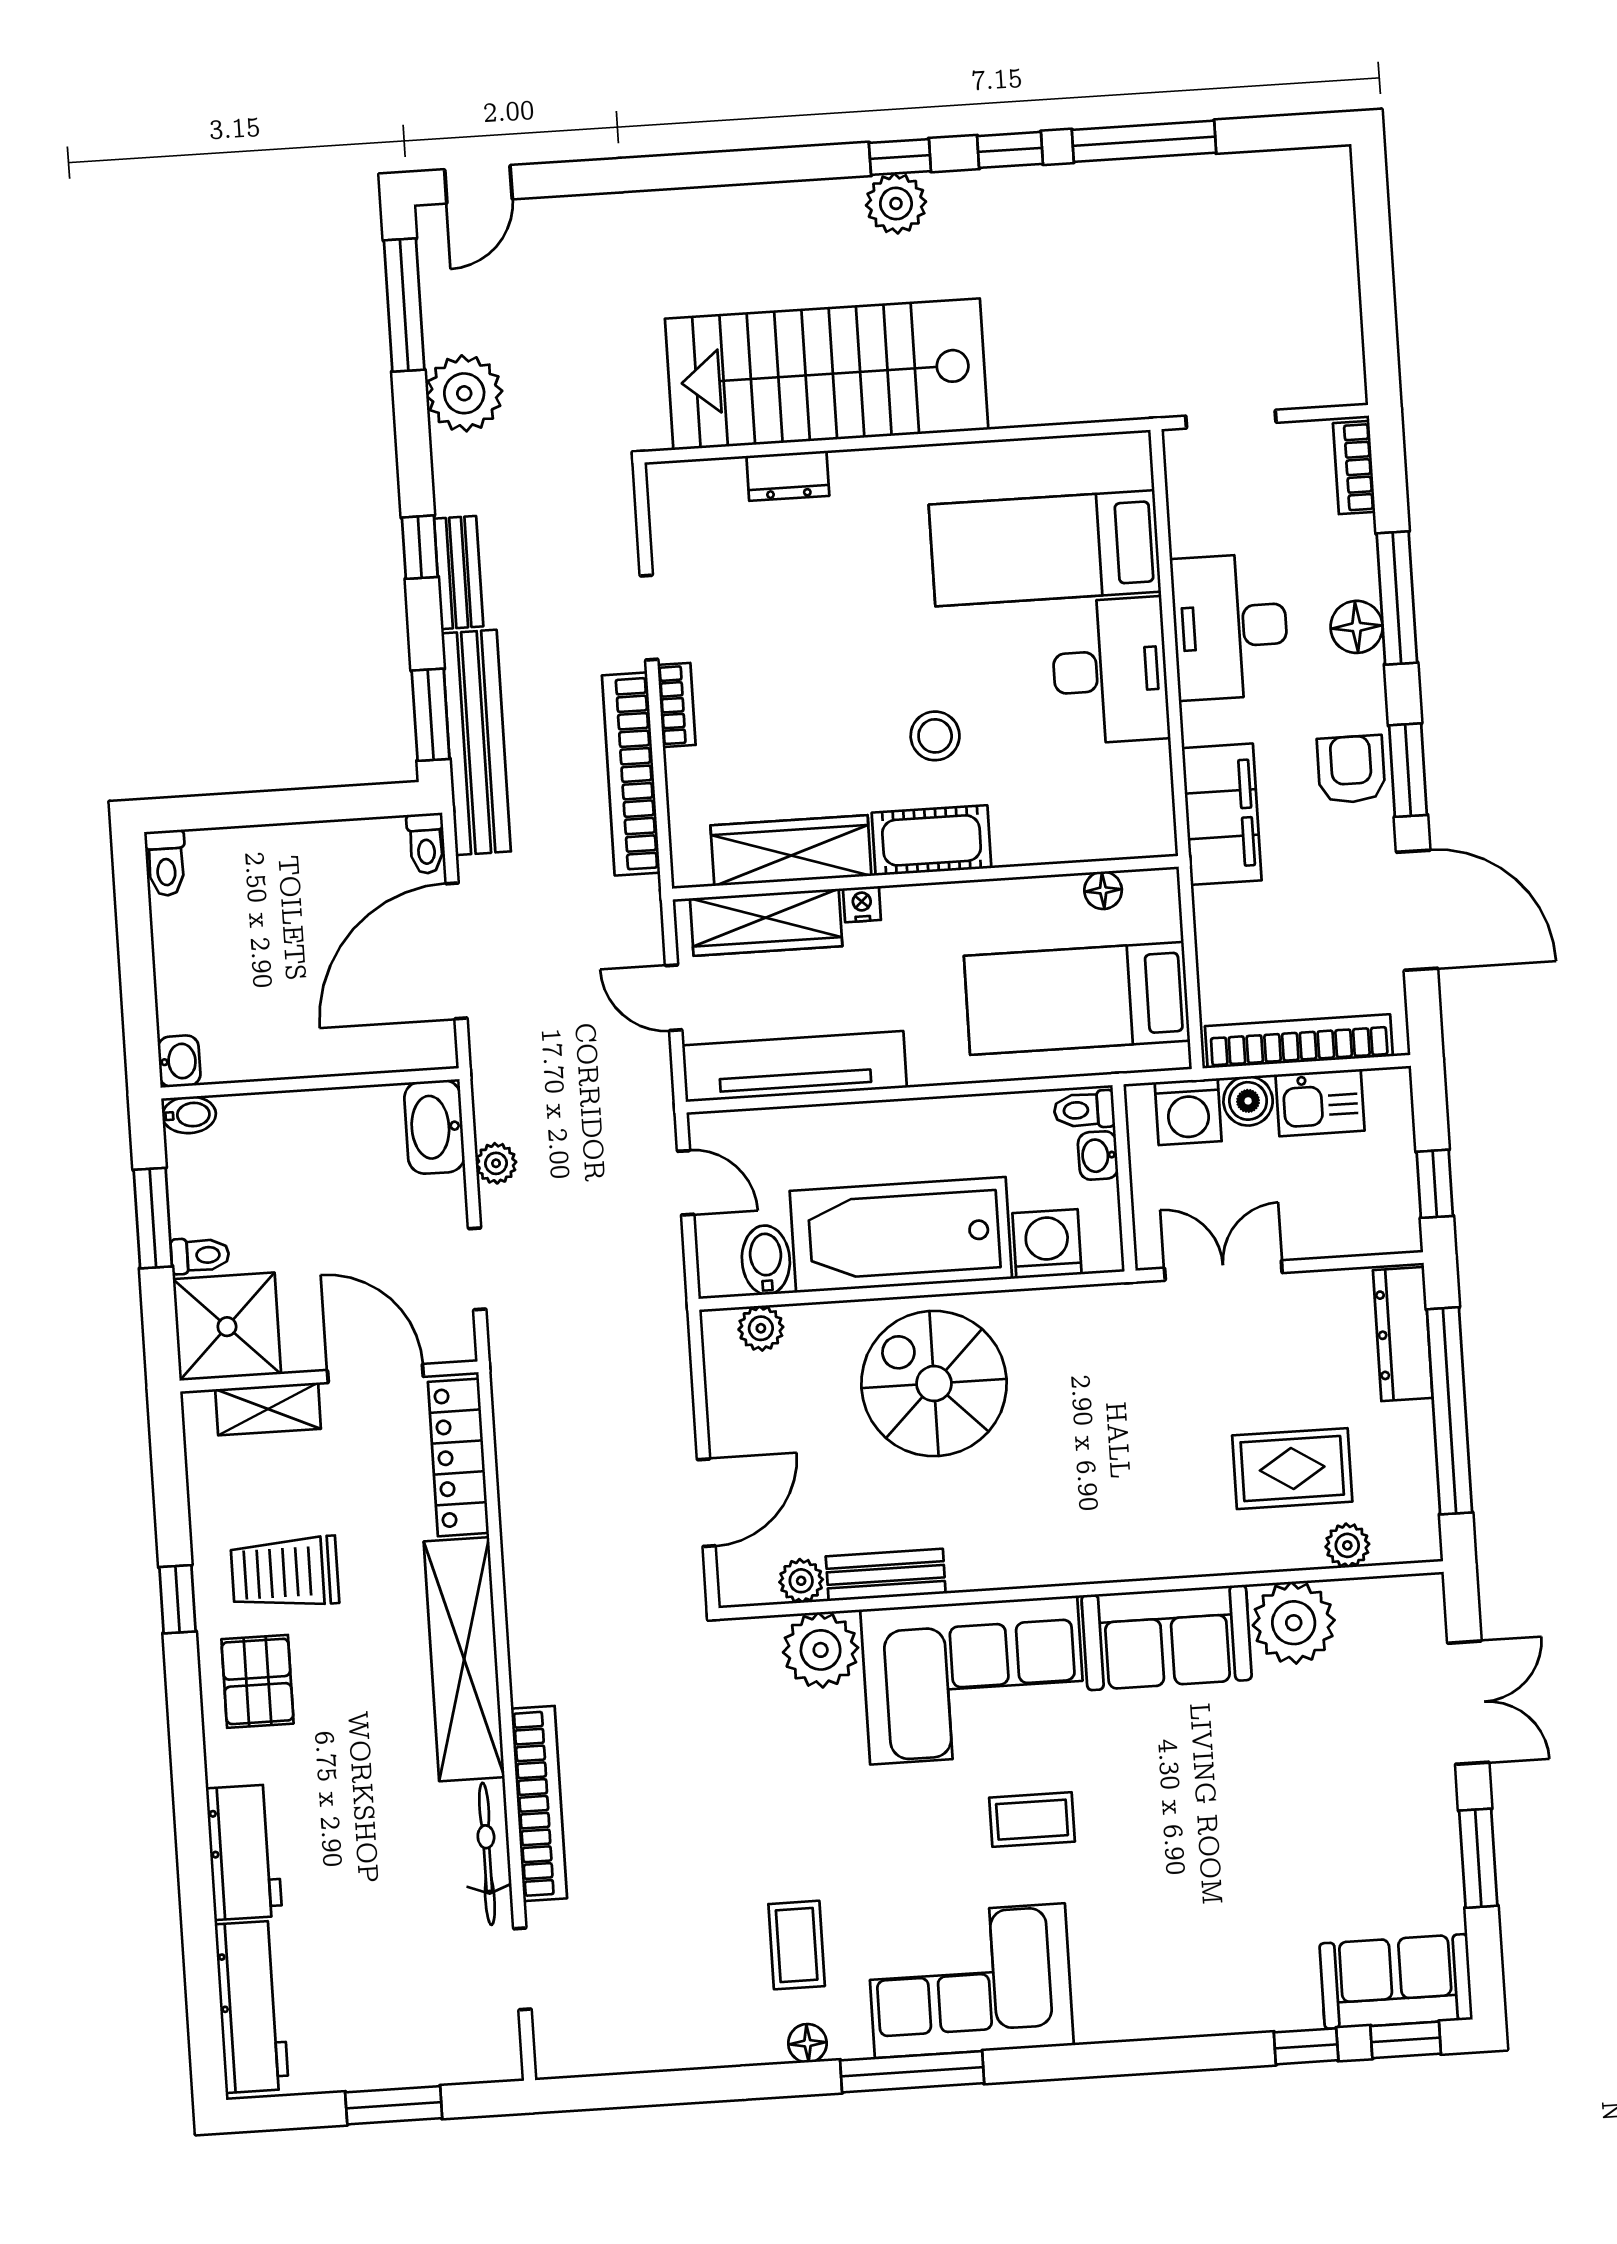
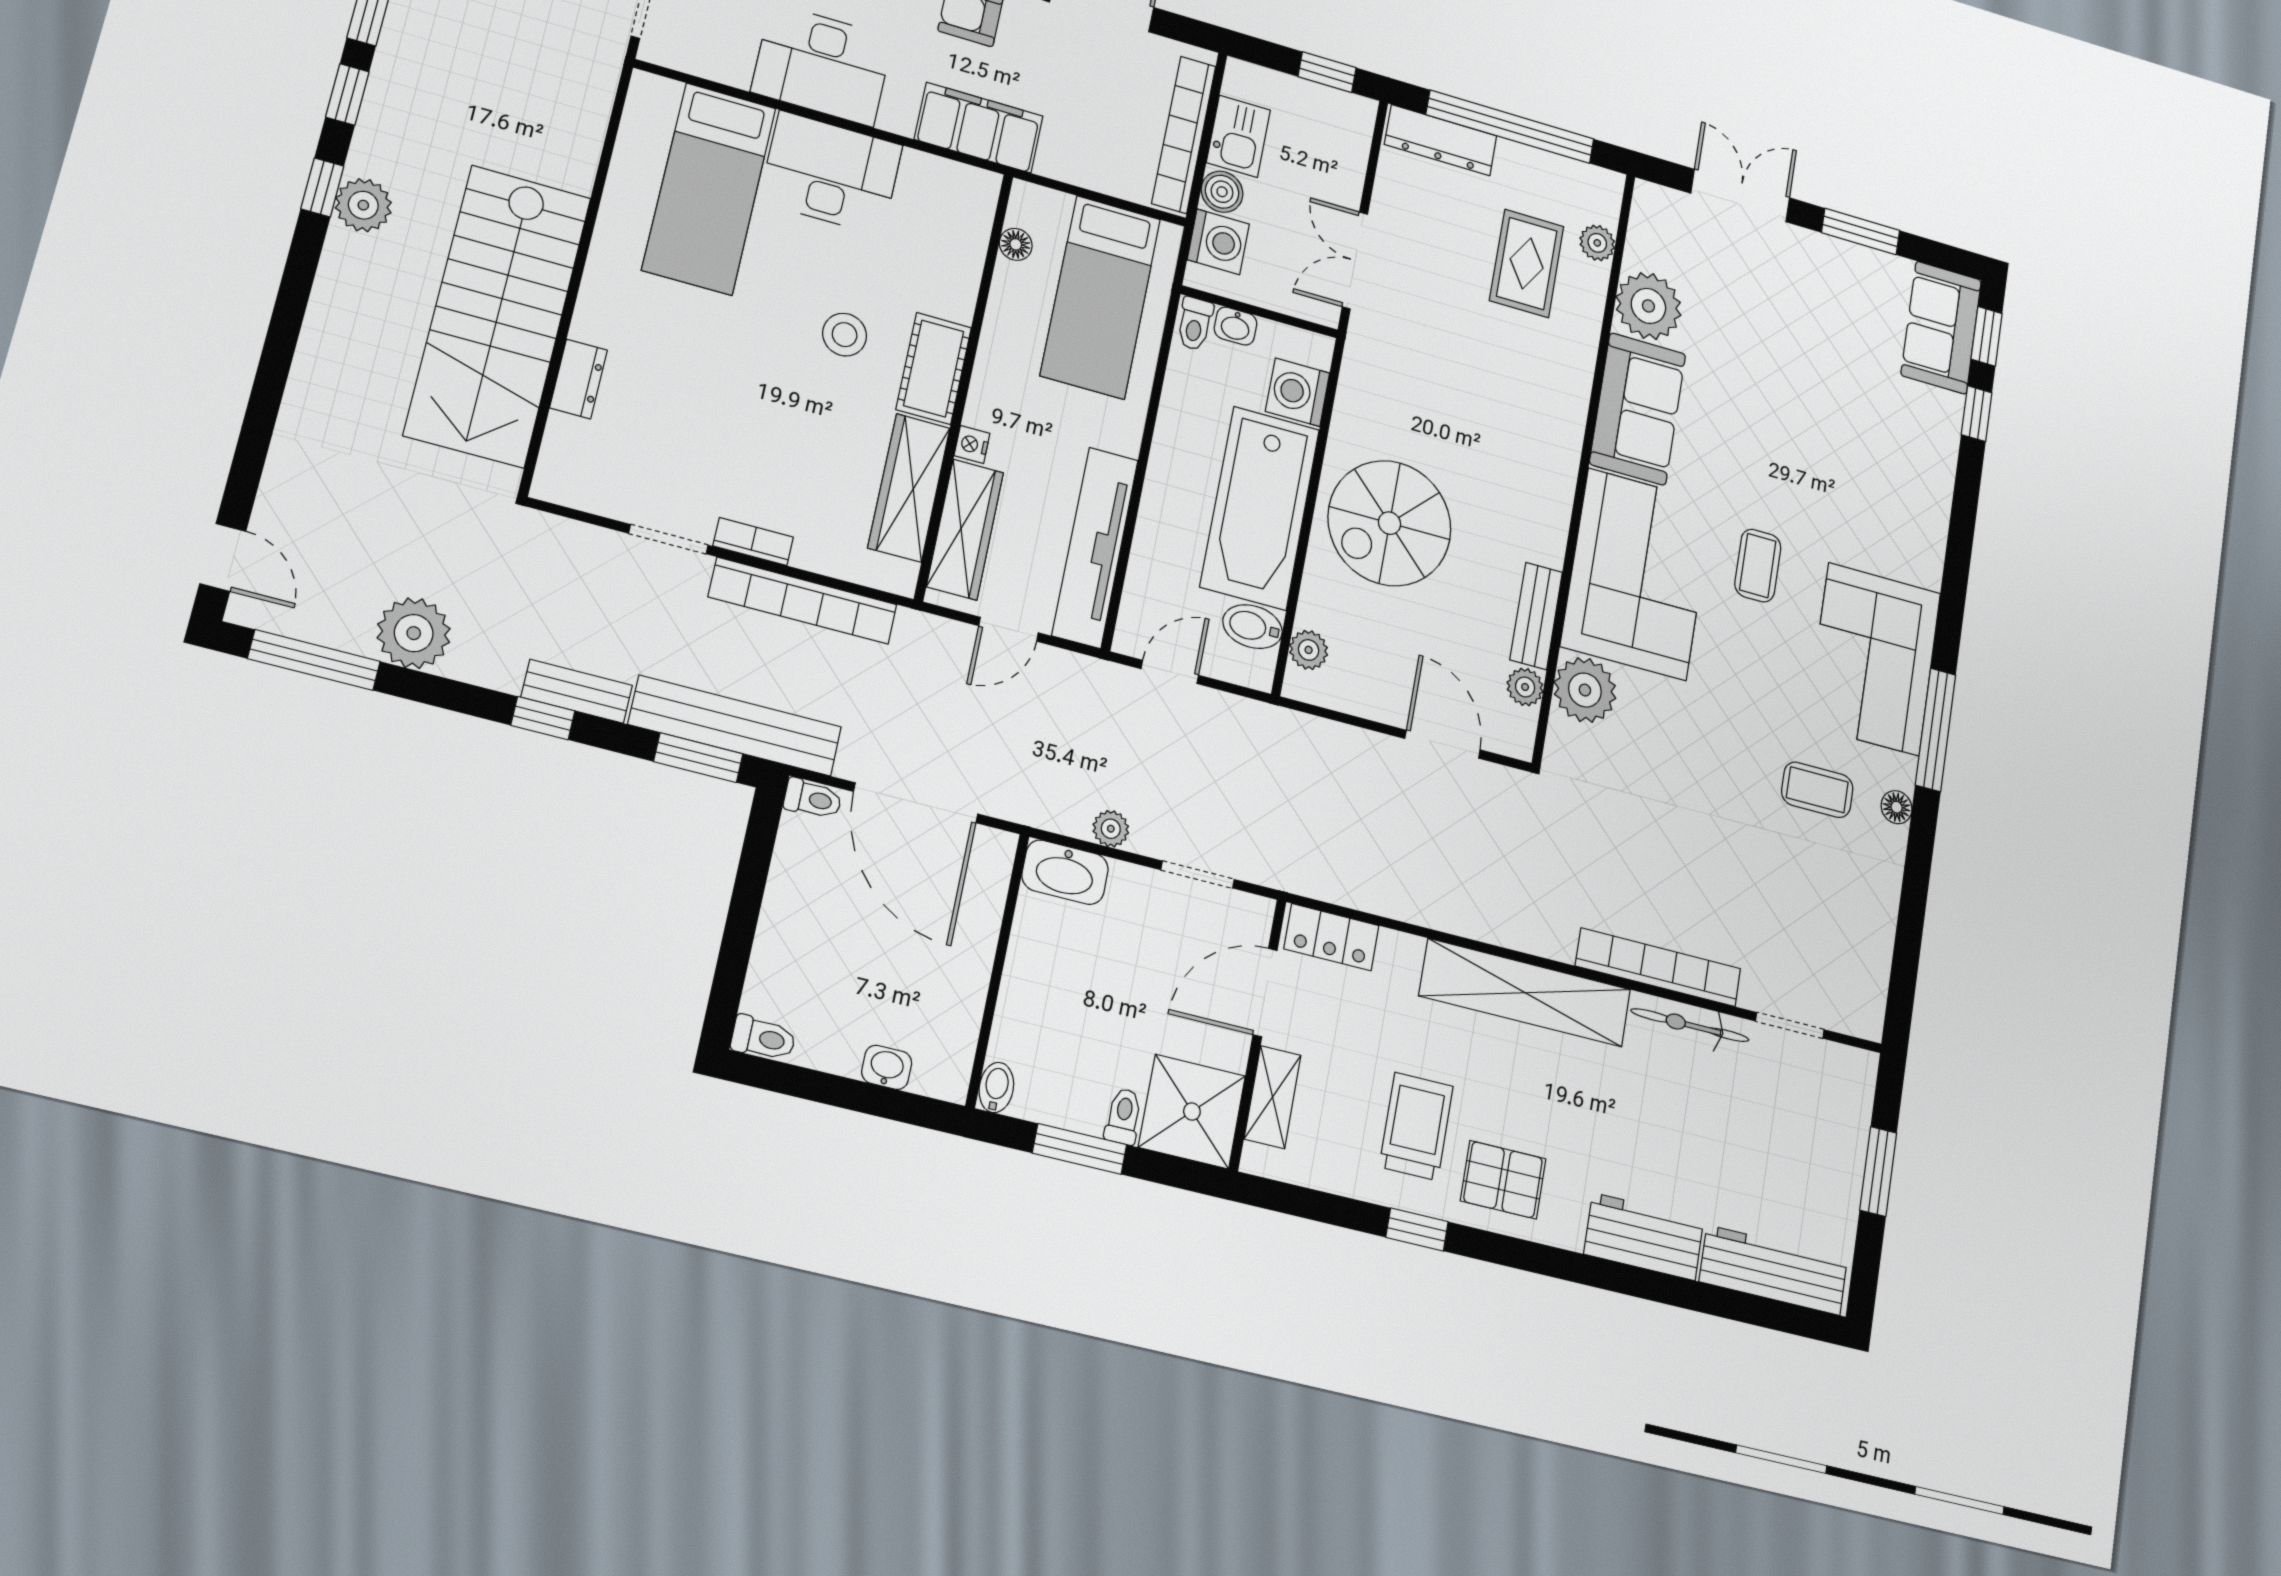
washbasin: (179, 1061) -> (887, 1067), moved
locker: (458, 1457) -> (1331, 937), width x0.66
trolley: (285, 1573) -> (1416, 1126), turned 180

